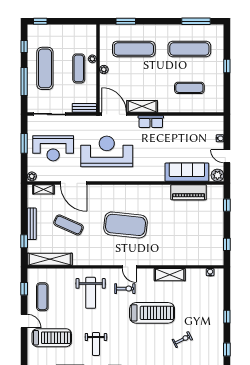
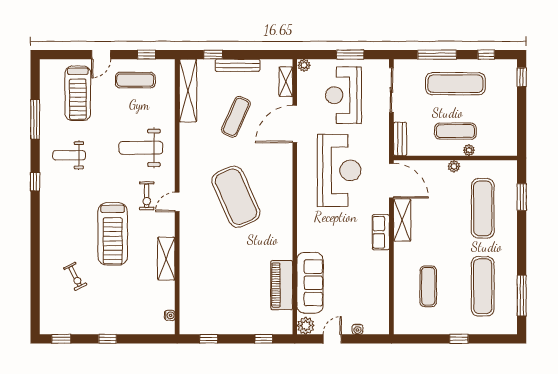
door: (114, 114) -> (391, 181), hinge flipped
exercise mat: (125, 225) -> (236, 197), turned -30

